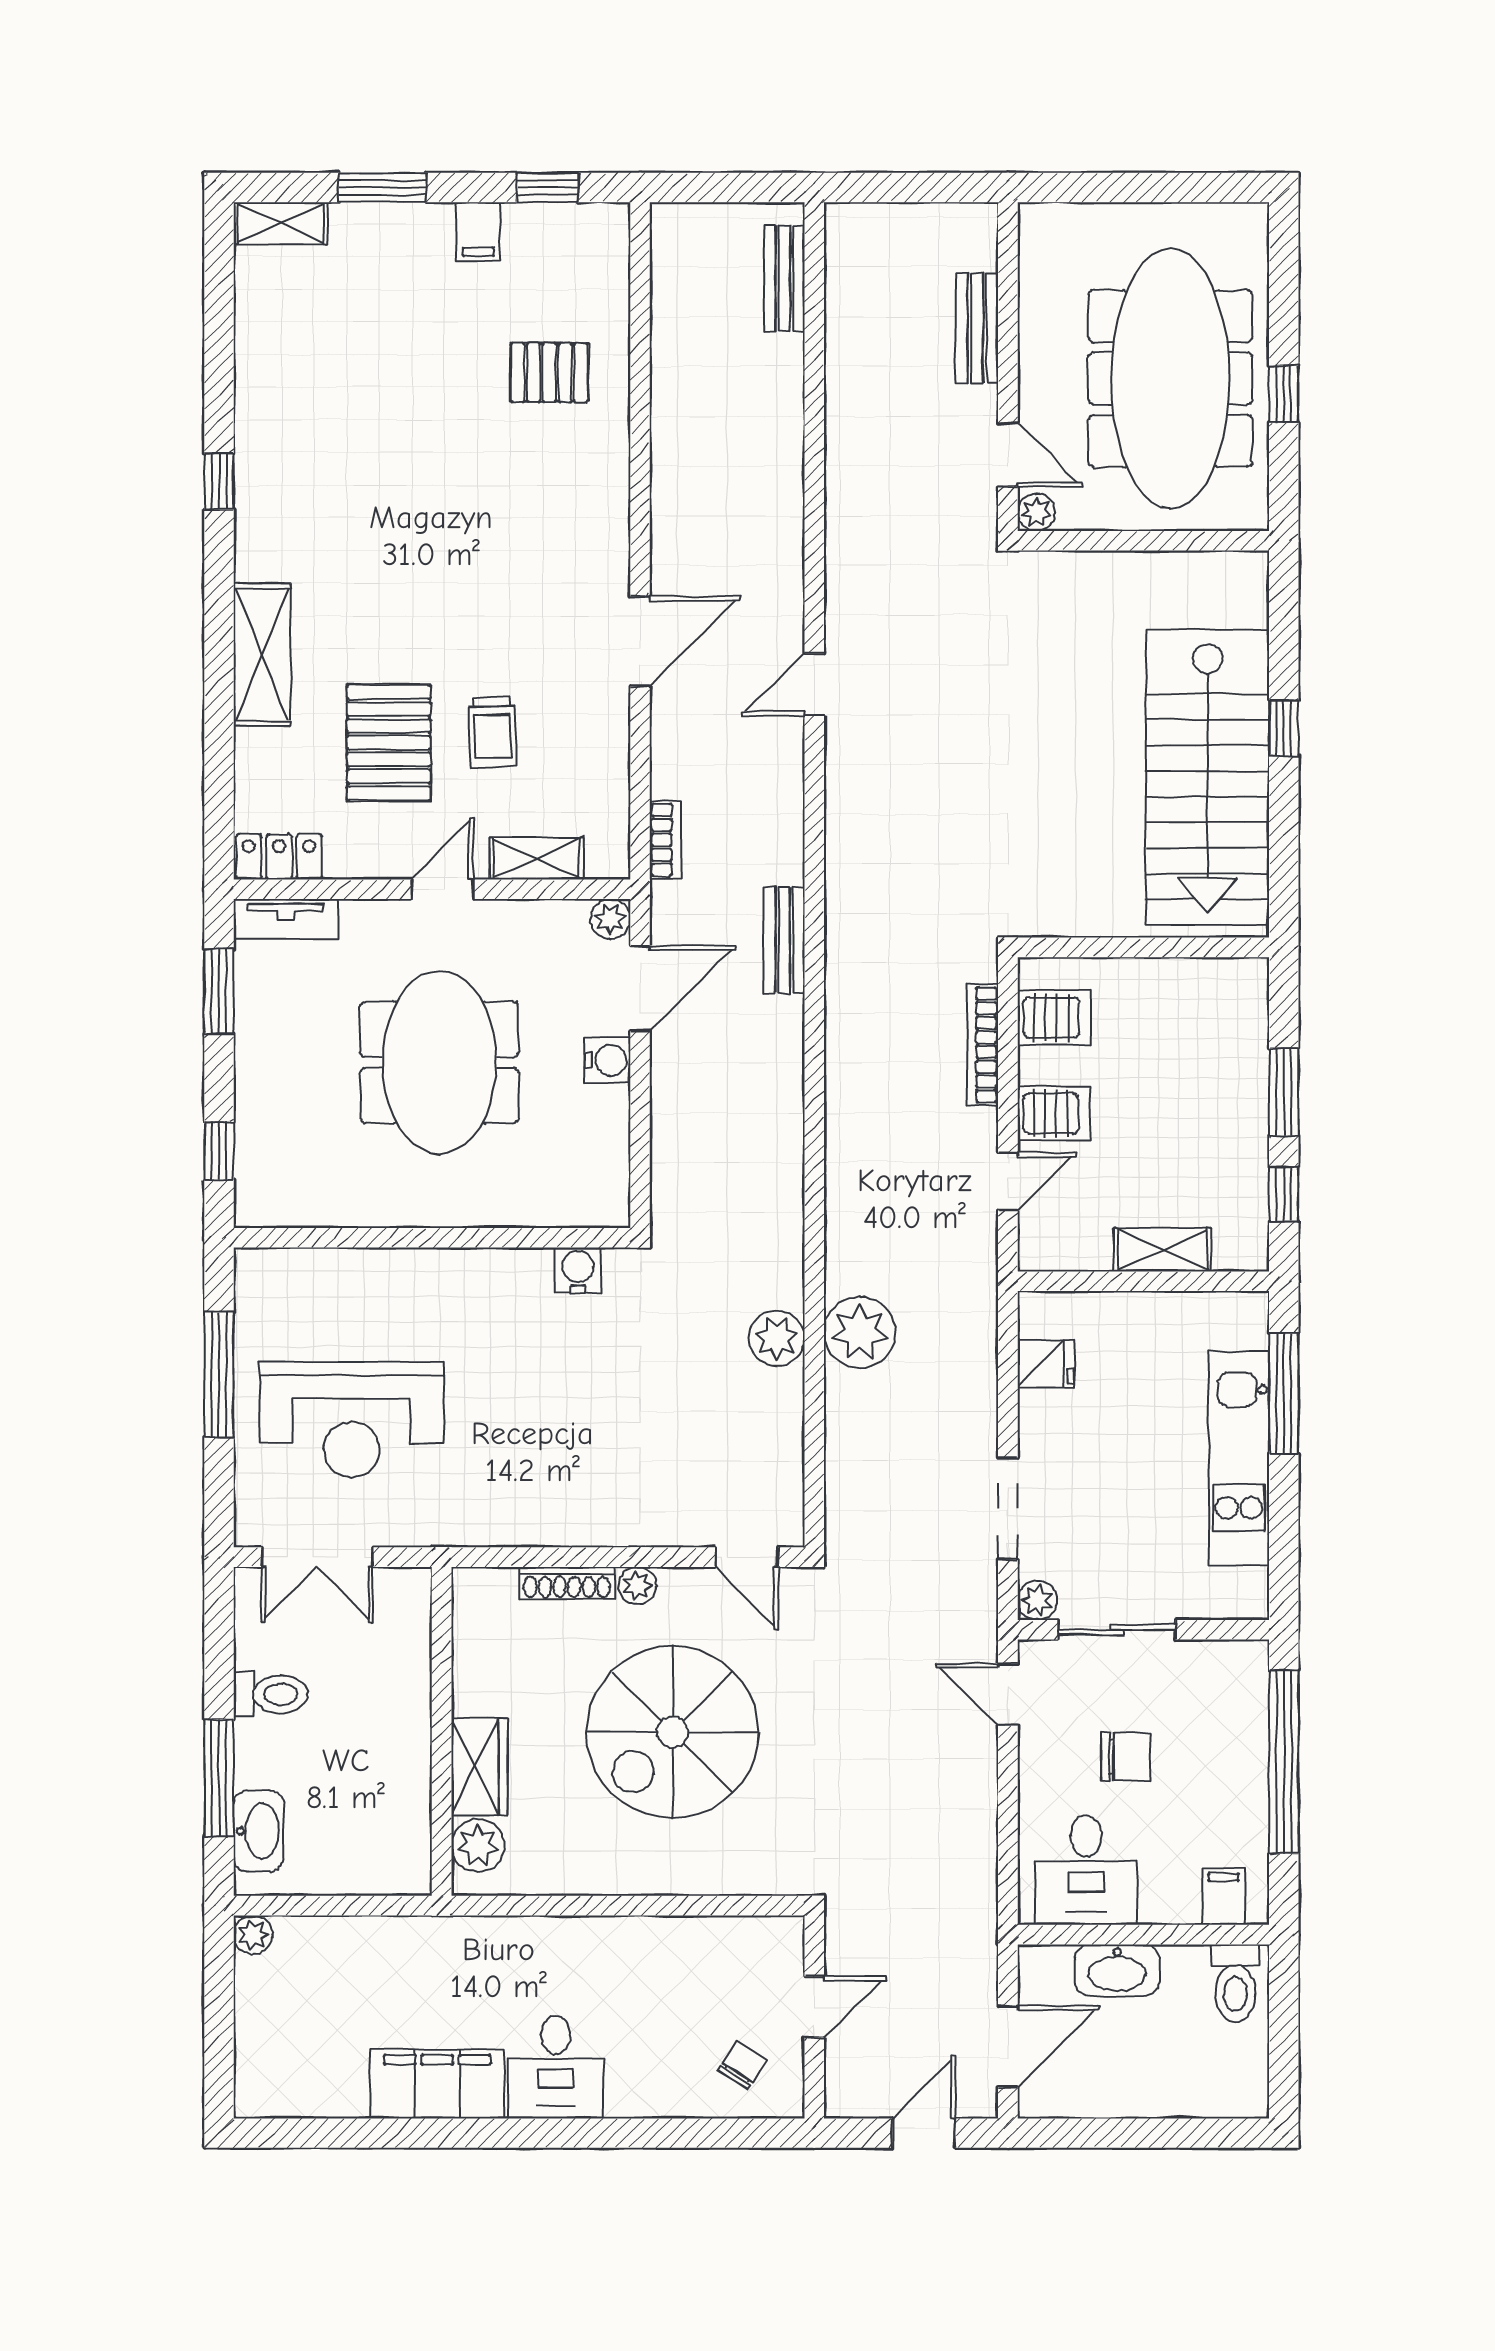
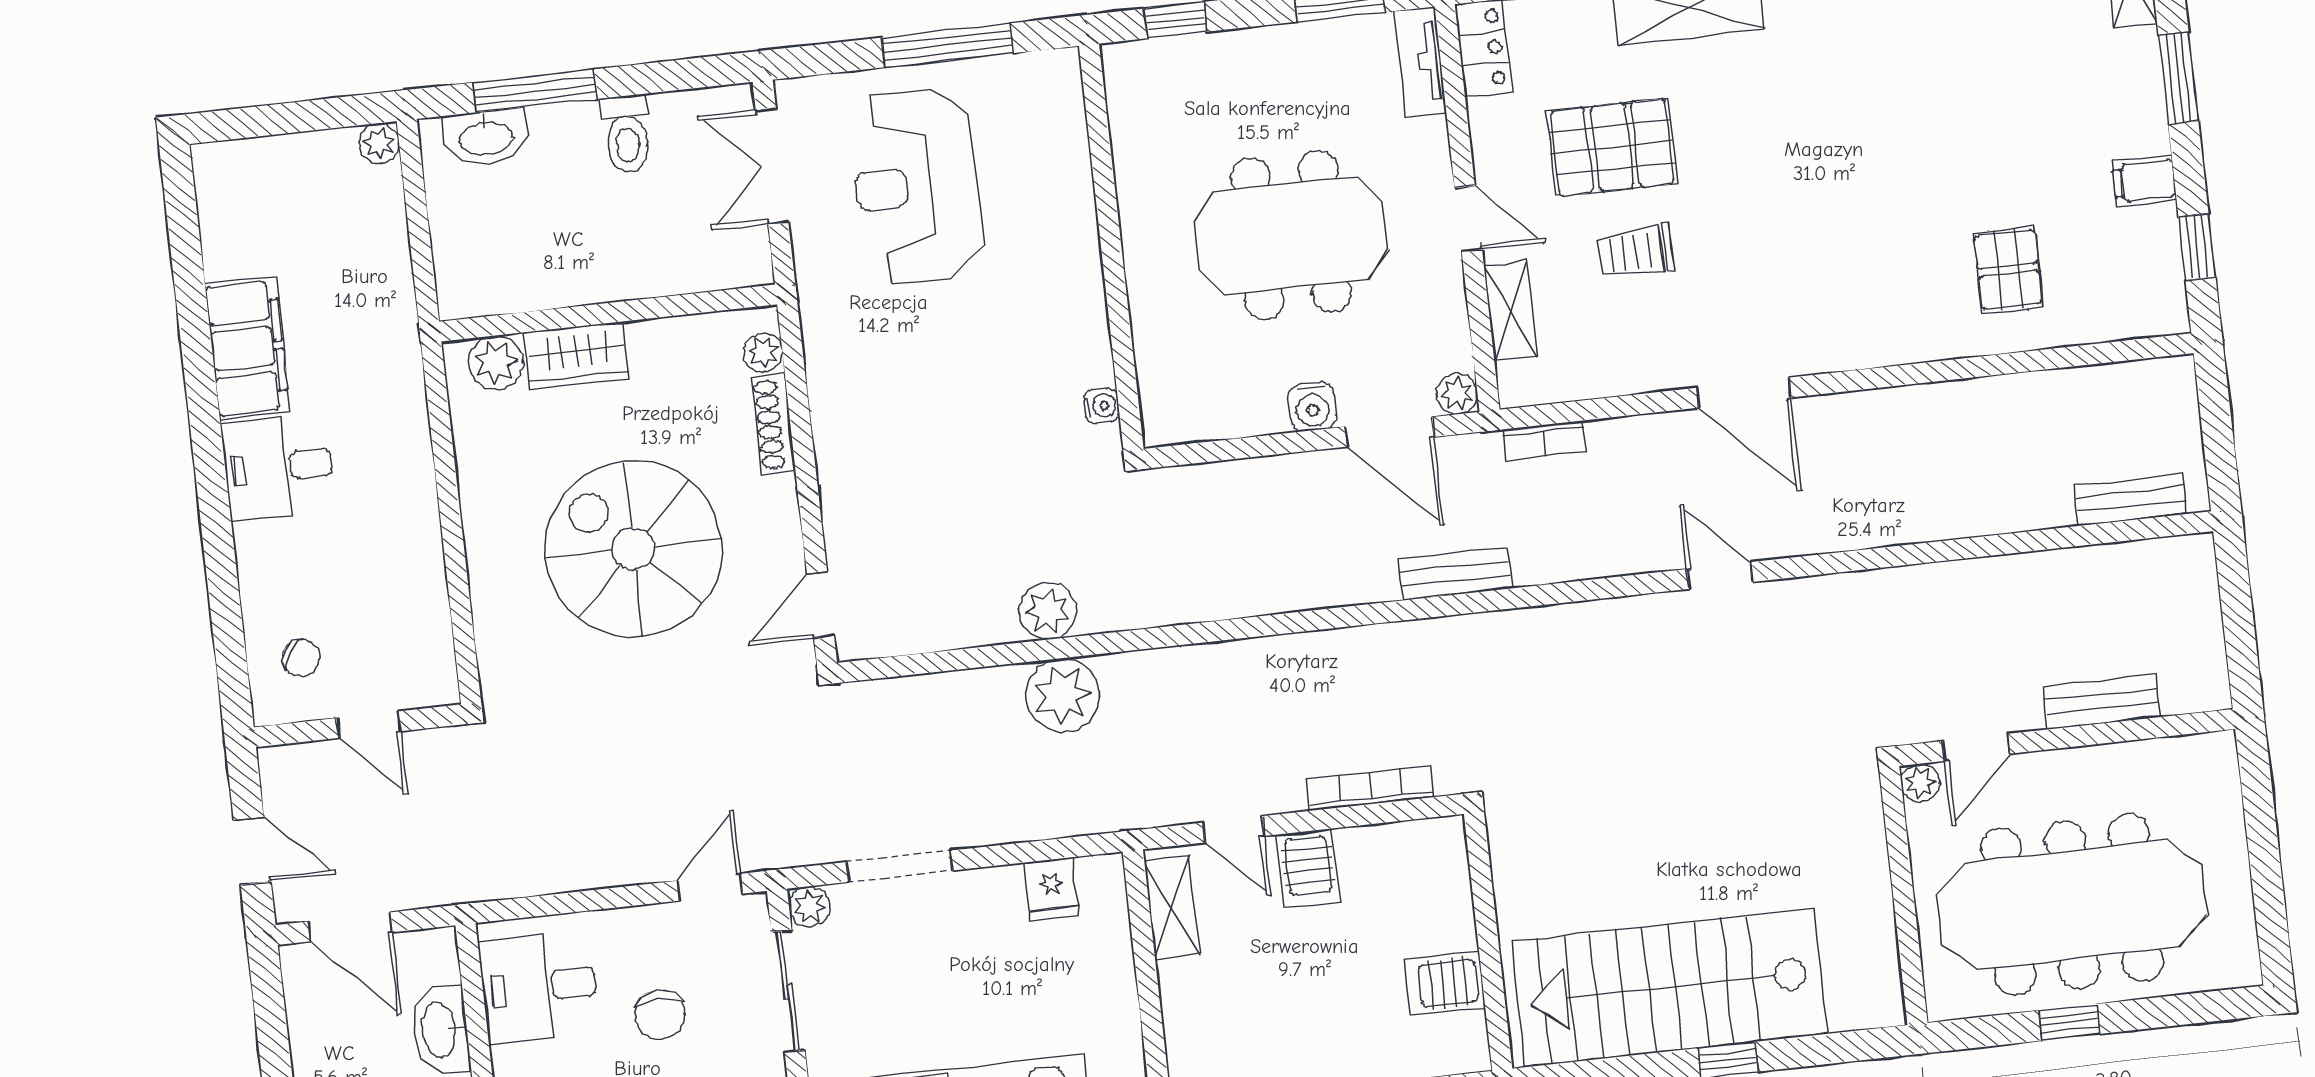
server rack: (1054, 1018) -> (1445, 984), moved, turned 90
shelving: (1163, 1250) -> (1172, 908), moved
water cooler: (578, 1270) -> (1102, 406), width x0.72, depth x0.72
plant: (637, 1586) -> (763, 352), moved

